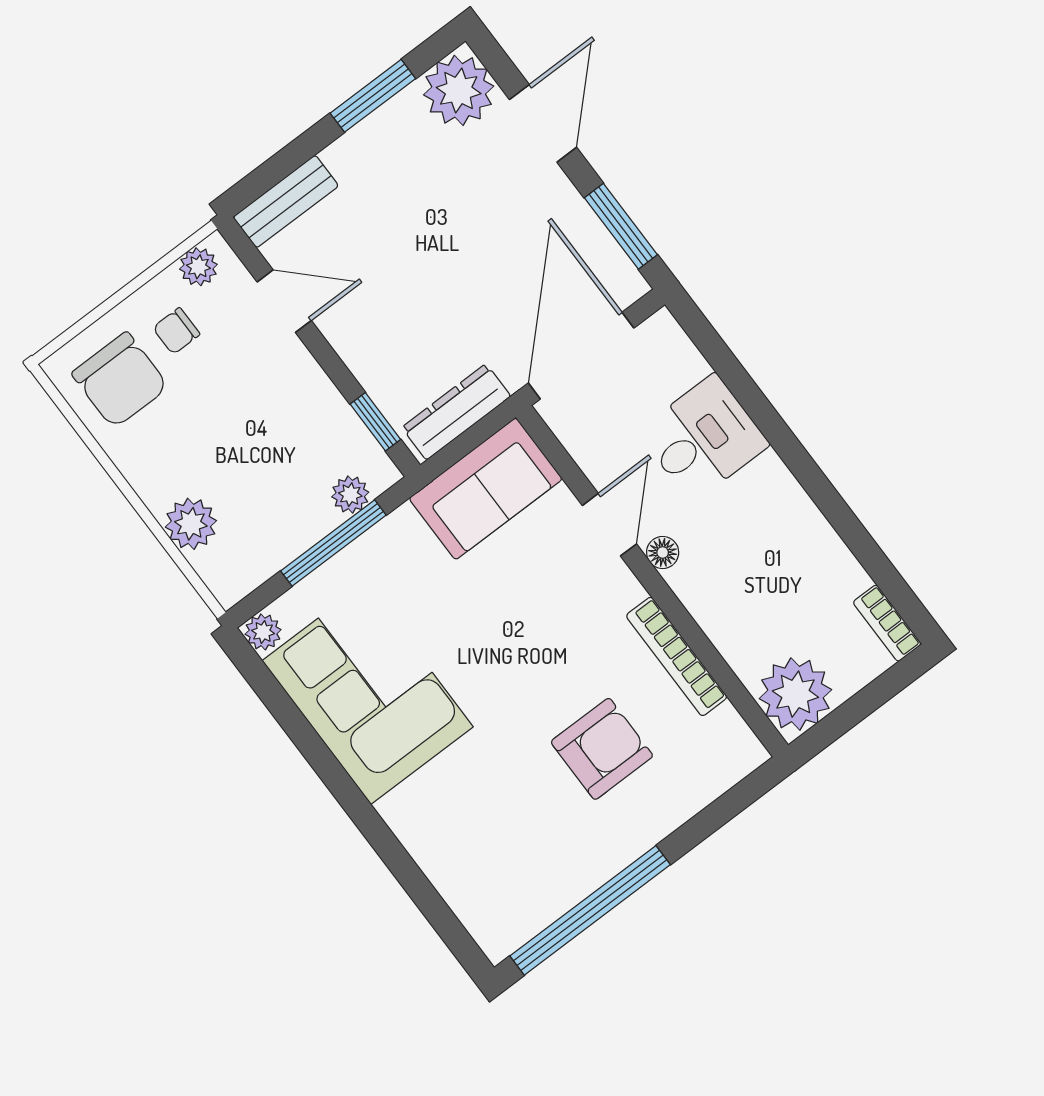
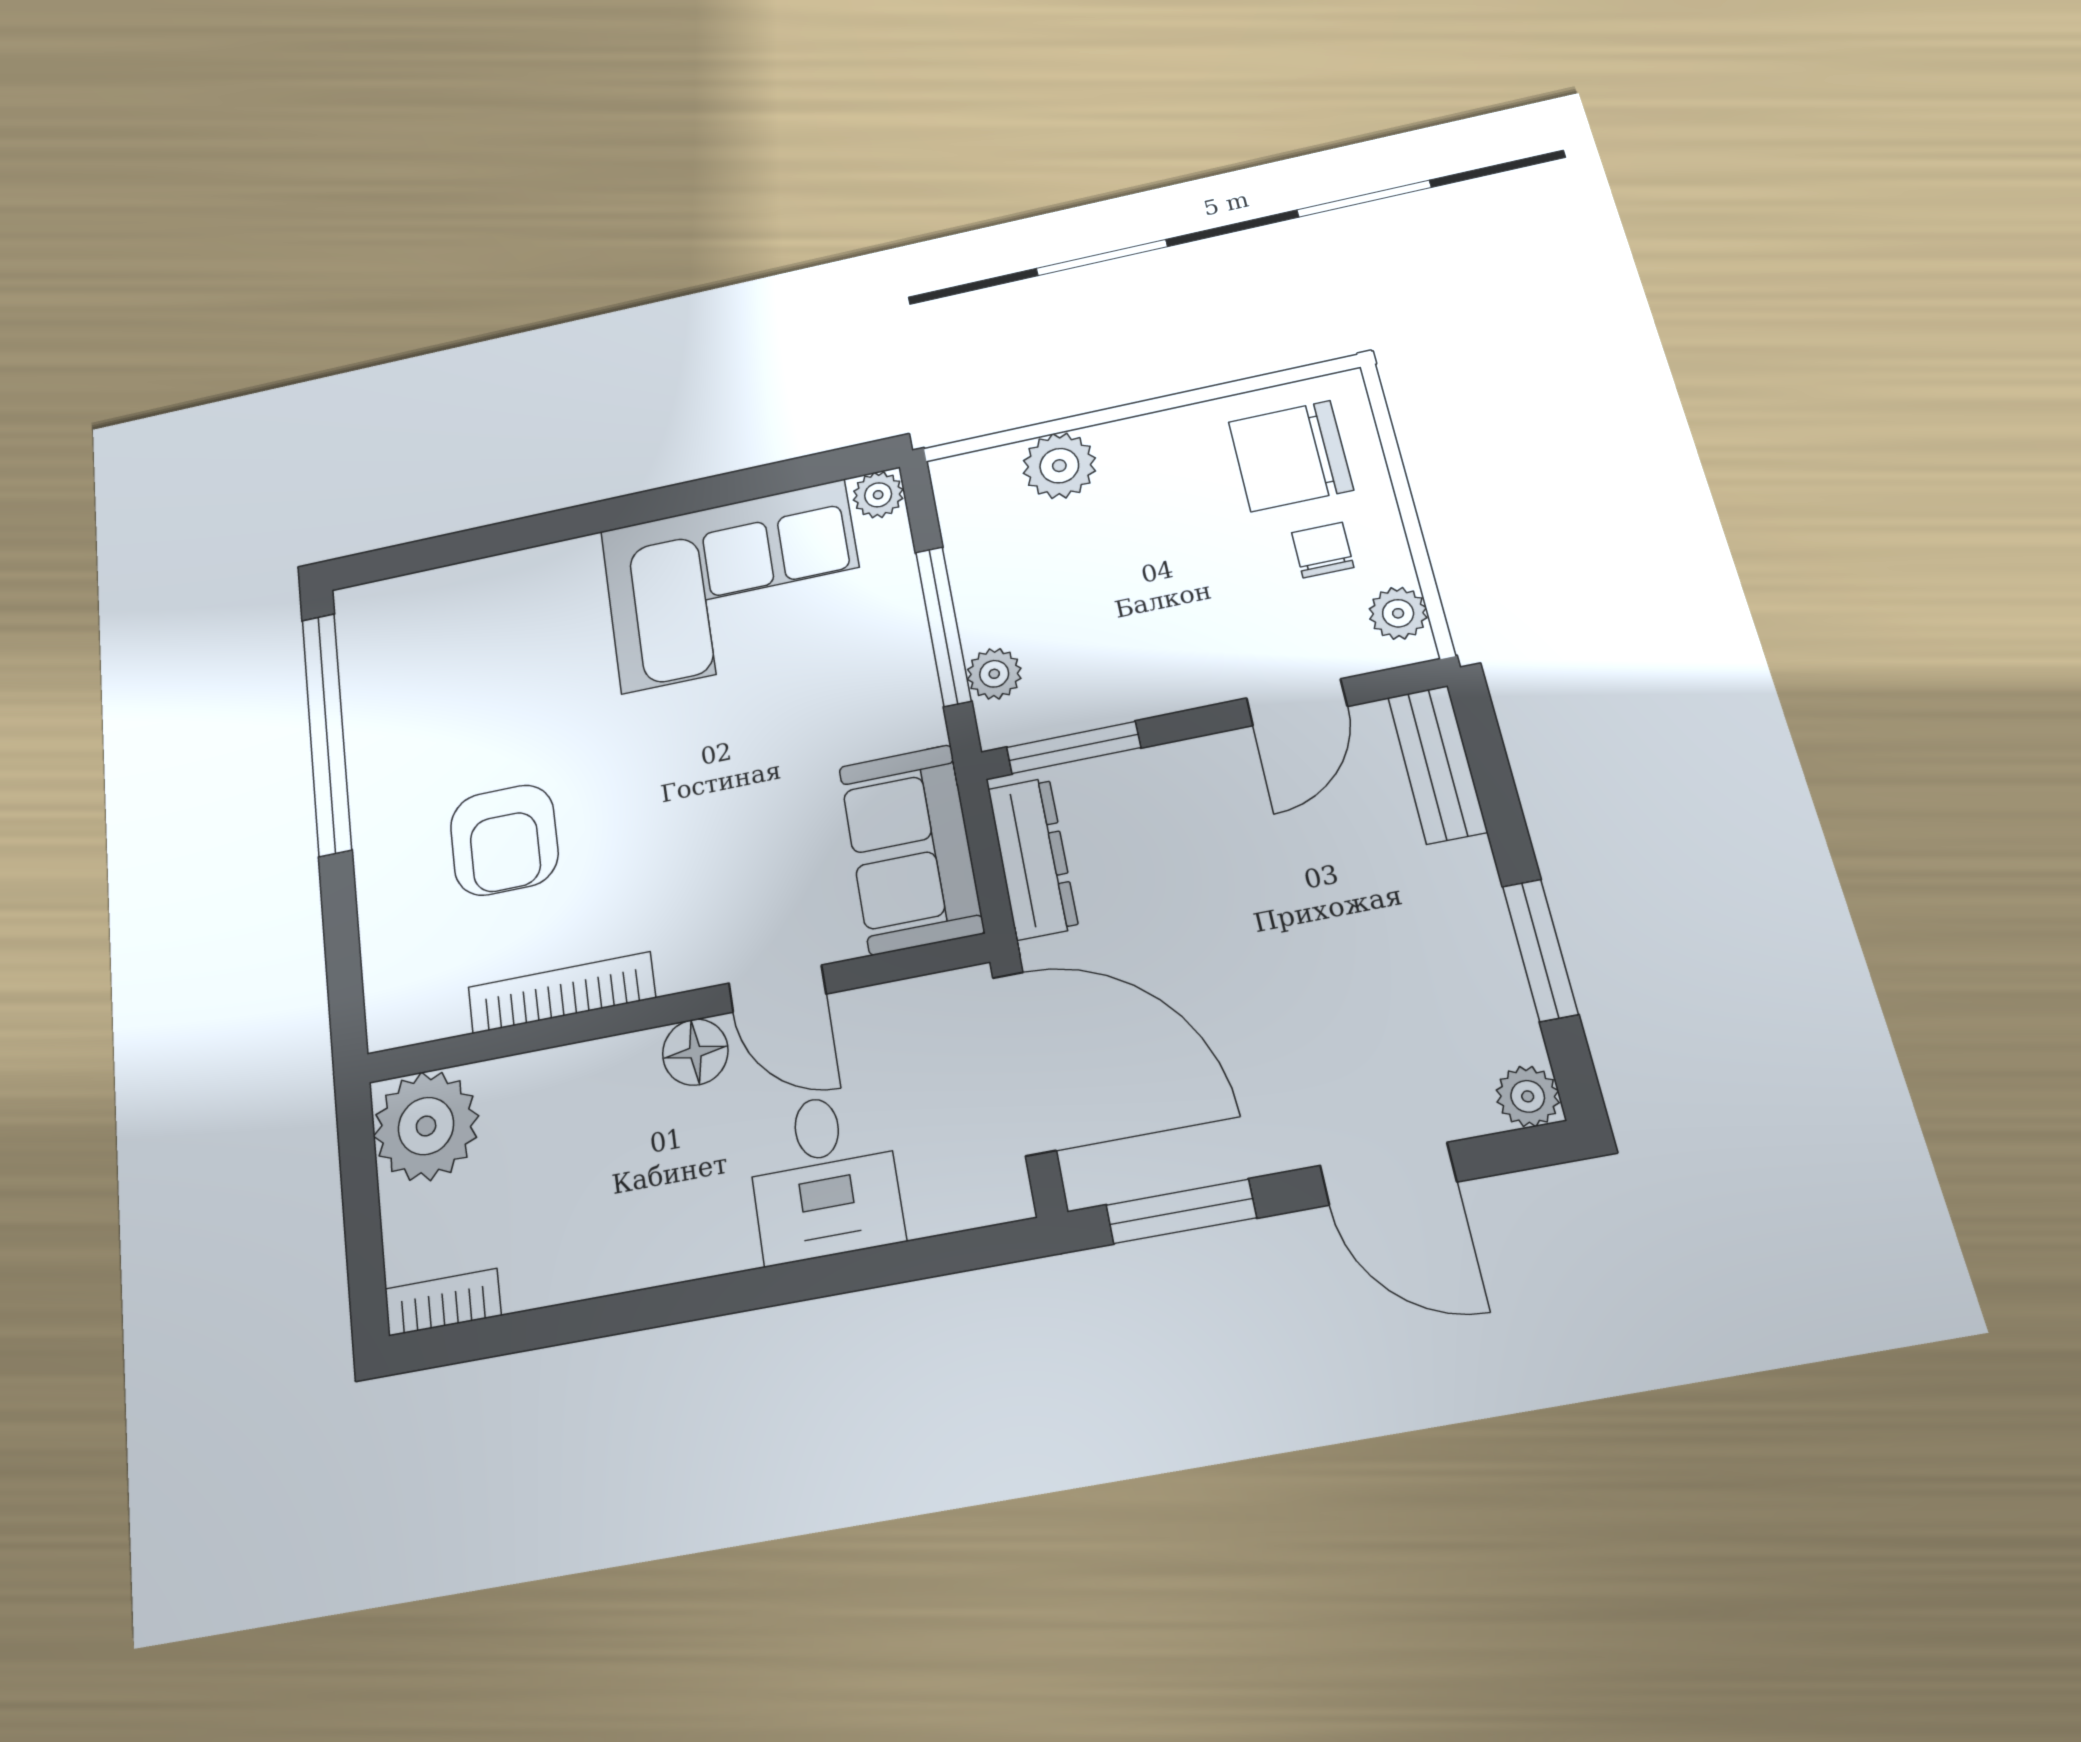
plant: (459, 90) -> (1528, 1096), width x0.53, depth x0.53
window: (375, 422) -> (1074, 748), width x1.50
floor lamp: (663, 552) -> (695, 1052), width x1.37, depth x1.37

